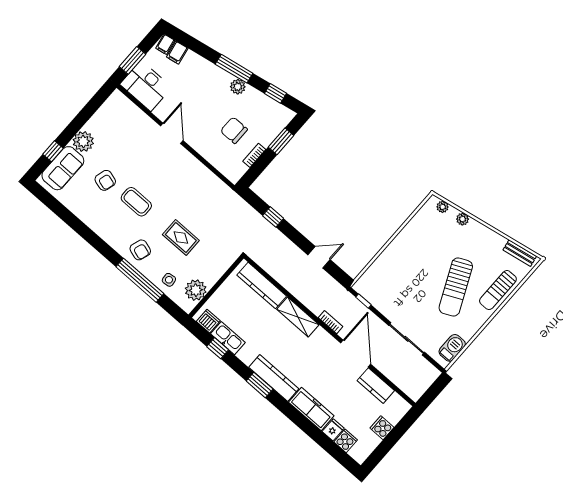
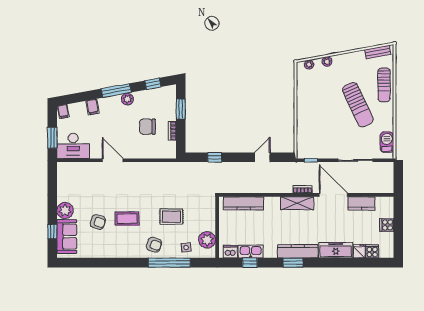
filing cabinet: (177, 53) -> (92, 107), moved
shelving: (298, 317) -> (297, 203), moved

